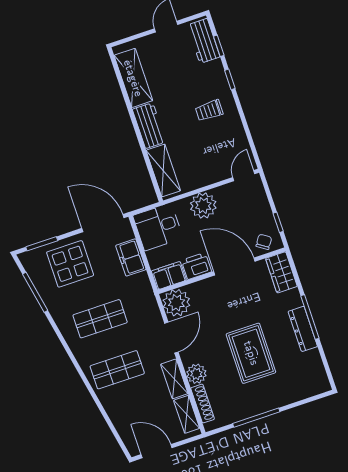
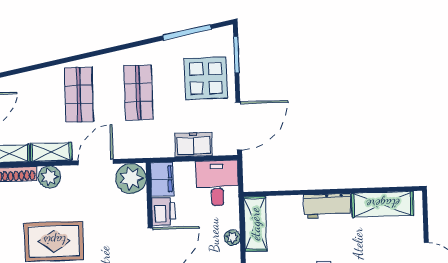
shelving: (163, 170) -> (255, 224), moved, turned 90
plant: (203, 206) -> (232, 238), width x0.53, depth x0.53
door: (171, 338) -> (96, 162), swing flipped

